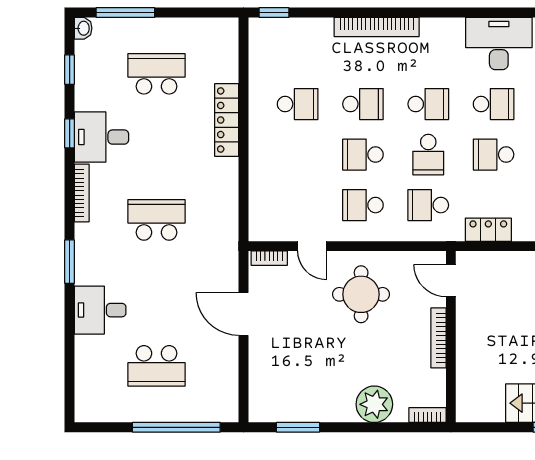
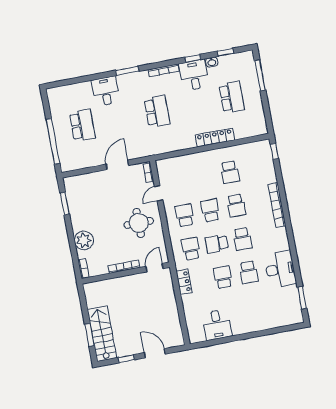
washbasin: (83, 28) -> (212, 62), moved
school desk: (157, 366) -> (82, 125), turned 180

